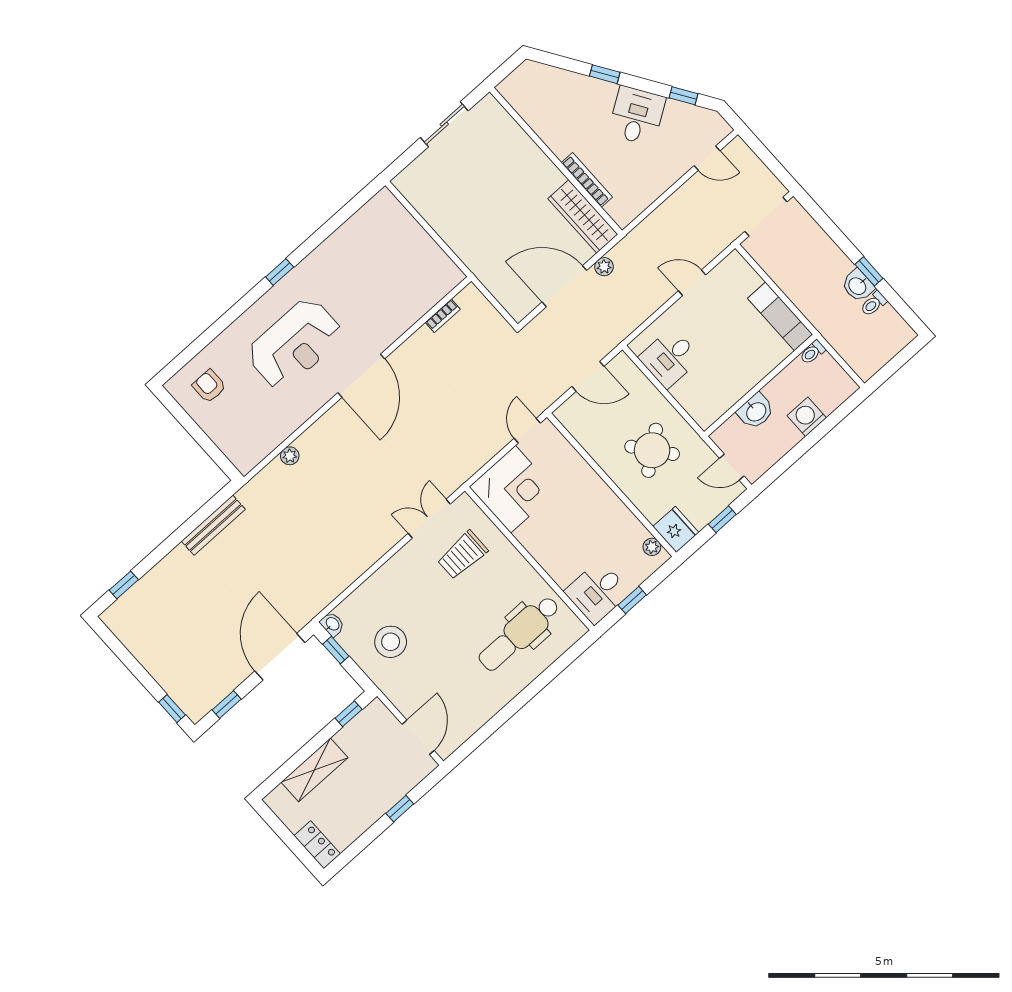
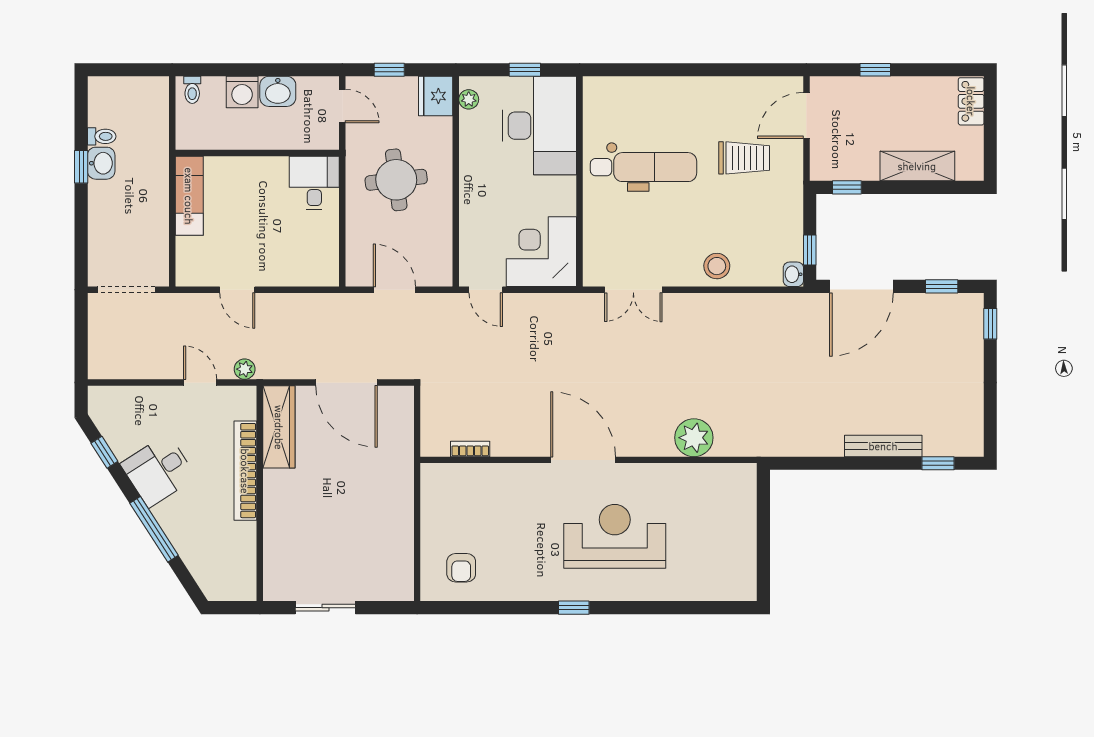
window: (605, 74) -> (154, 529), width x2.17
door: (707, 158) -> (200, 383), moved
bookcase: (587, 180) -> (245, 471), width x1.48, depth x1.31
plant: (604, 267) -> (245, 369), moved
toilet: (812, 352) -> (192, 90), moved, turned 90
desk: (670, 358) -> (314, 183), moved, turned -90
door: (361, 376) -> (583, 460), hinge flipped
armchair: (209, 386) -> (461, 568), moved
washbasin: (756, 411) -> (278, 91), moved, turned 180
door: (527, 431) -> (486, 290), hinge flipped
round table: (652, 450) -> (396, 180), turned 31
plant: (290, 456) -> (694, 438), width x1.87, depth x1.87
bench: (213, 525) -> (883, 446), moved
trolley: (463, 555) -> (744, 158), moved
desk: (597, 592) -> (539, 126), width x1.87, depth x1.30
dental chair: (519, 633) -> (644, 167), moved
stool: (391, 642) -> (717, 266), moved, width x0.73, depth x0.73

